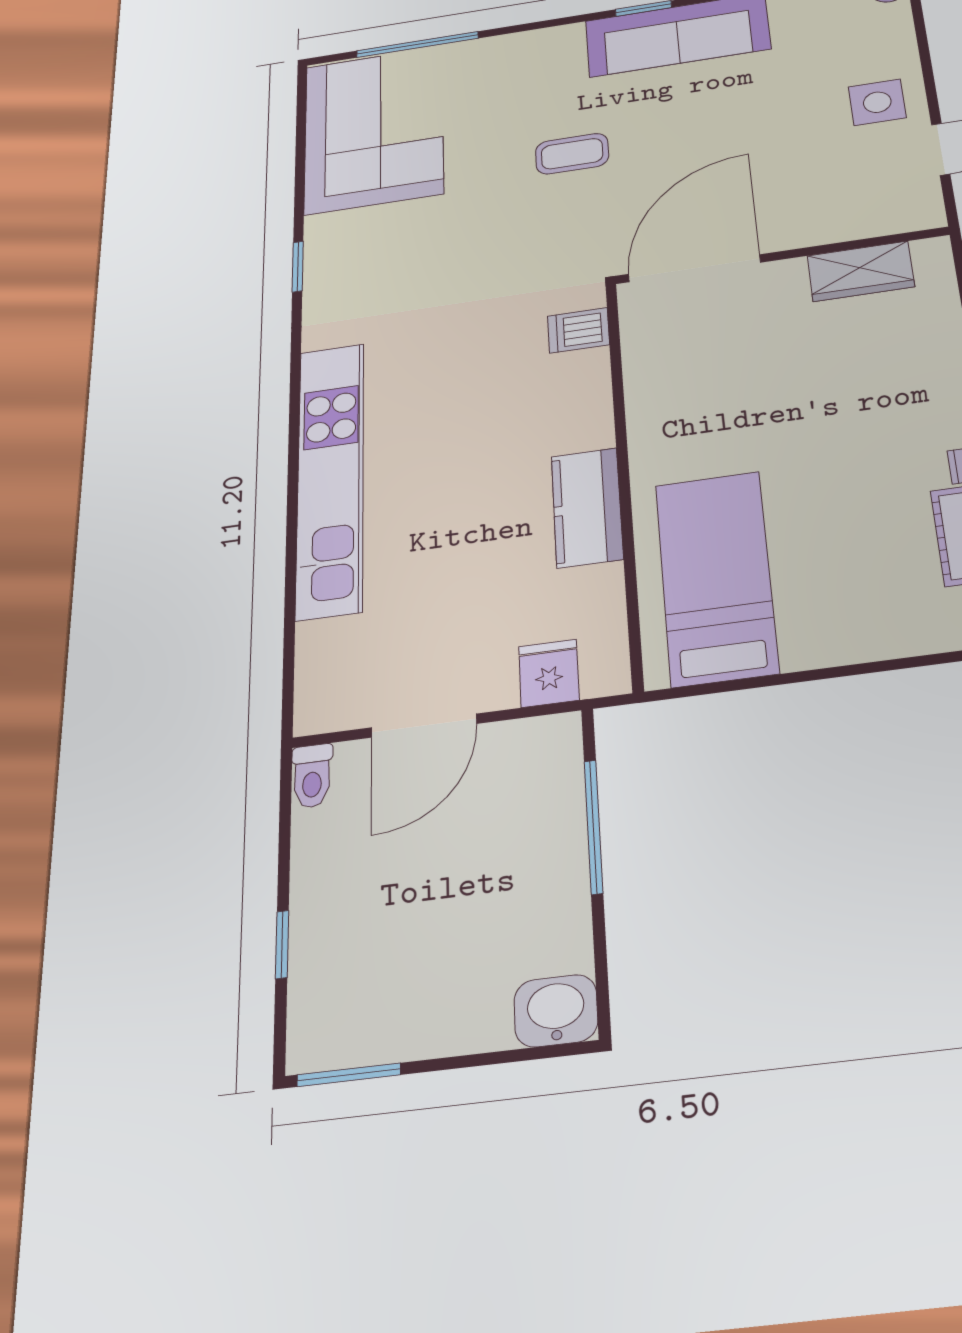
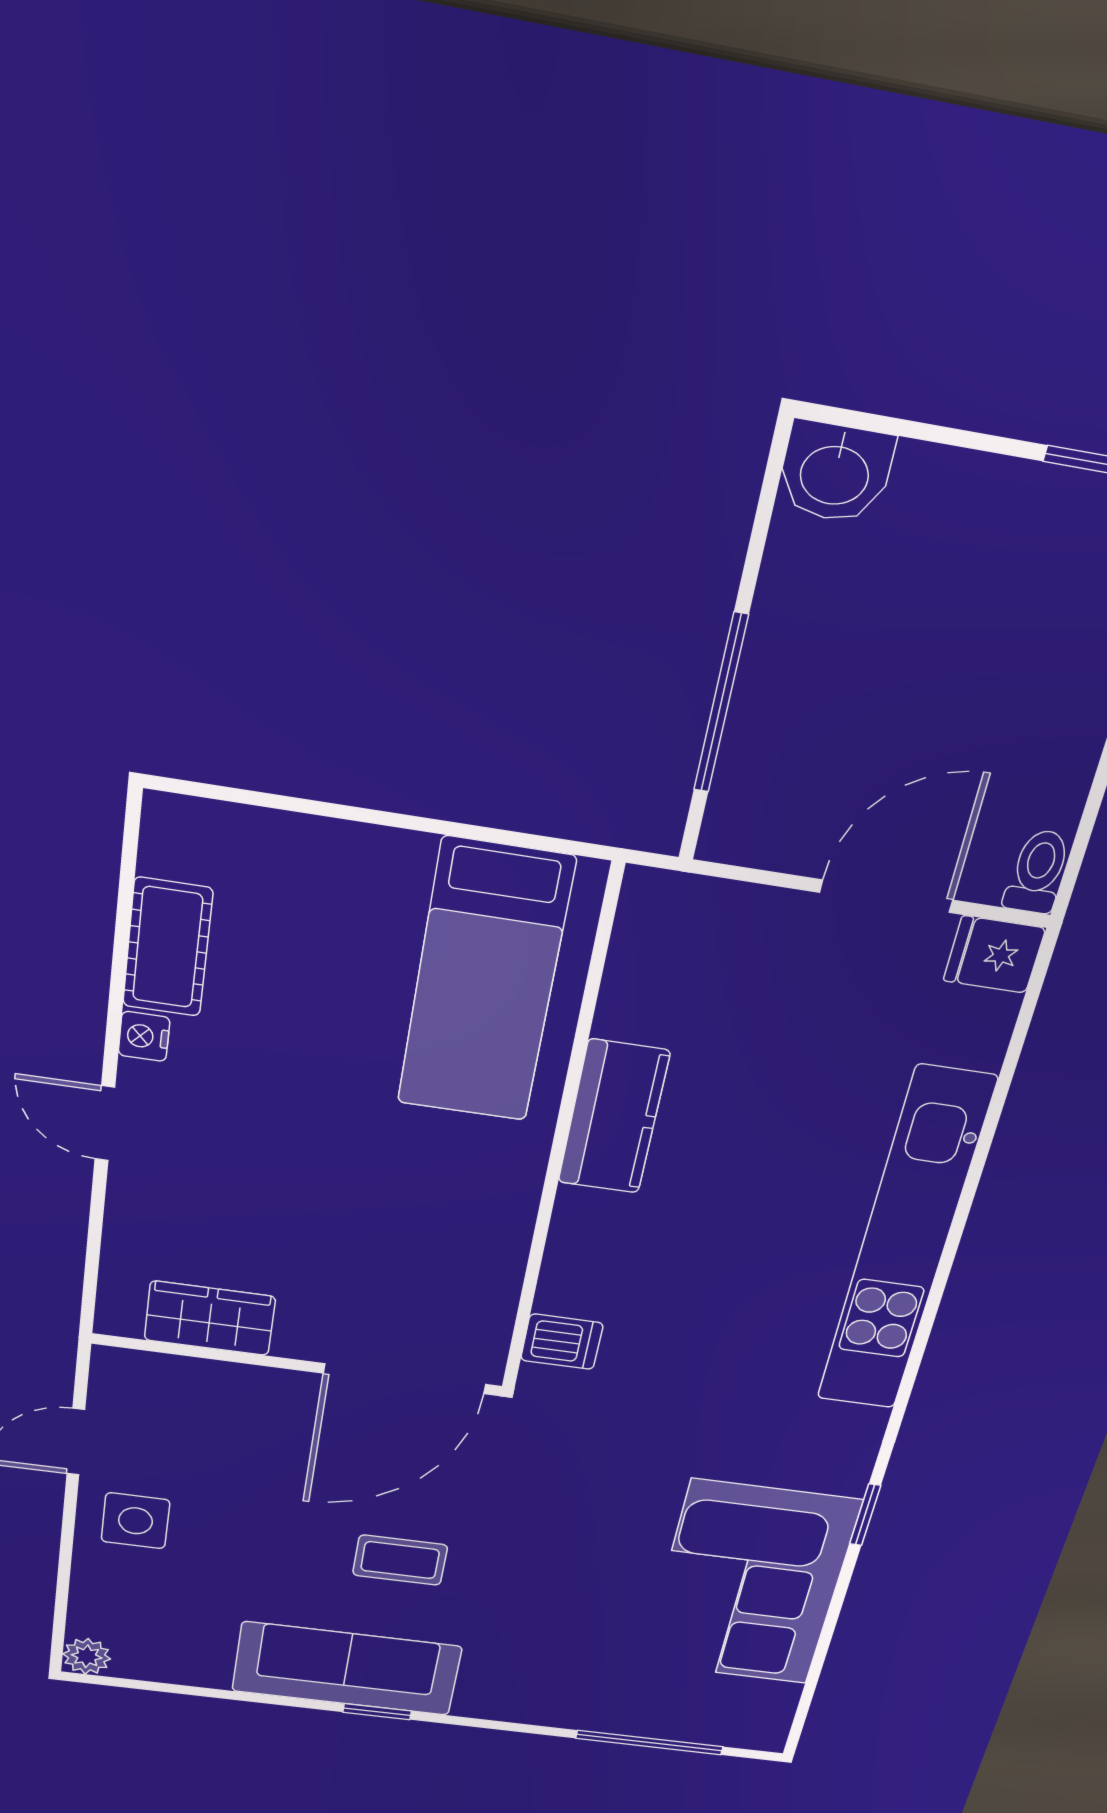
corner sofa: (374, 129) -> (750, 1583), moved
coffee table: (572, 154) -> (400, 1560), moved
fridge: (549, 673) -> (994, 955), moved, turned 90

